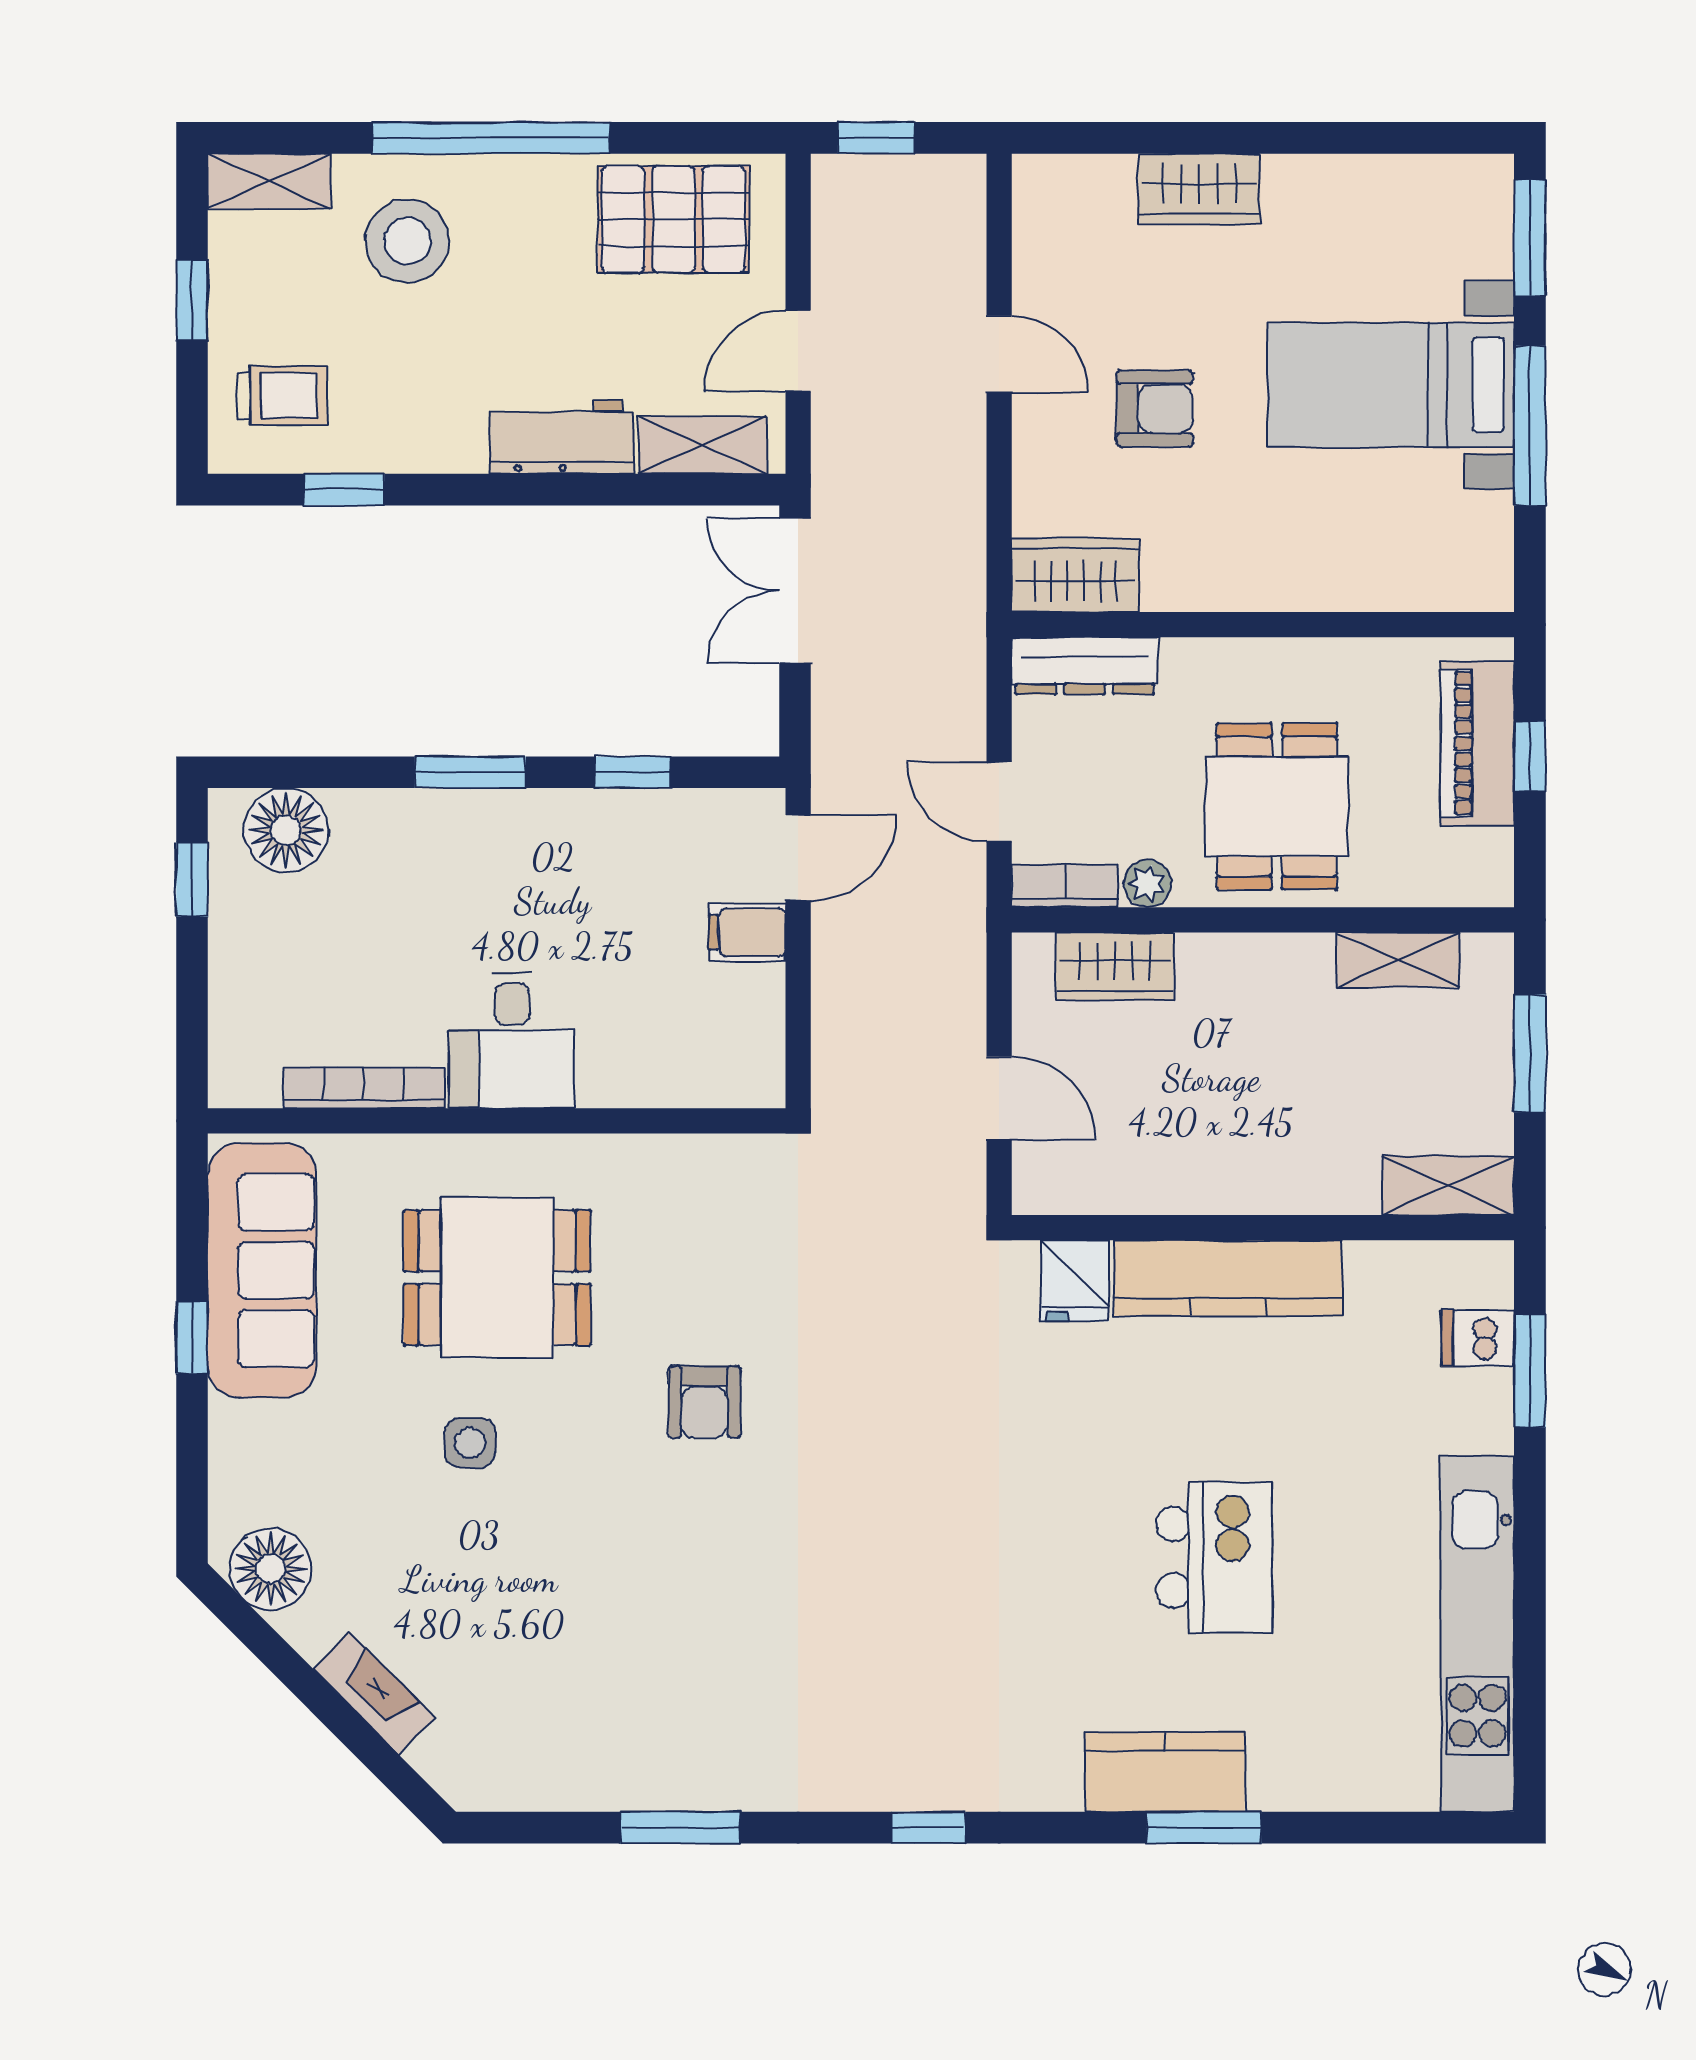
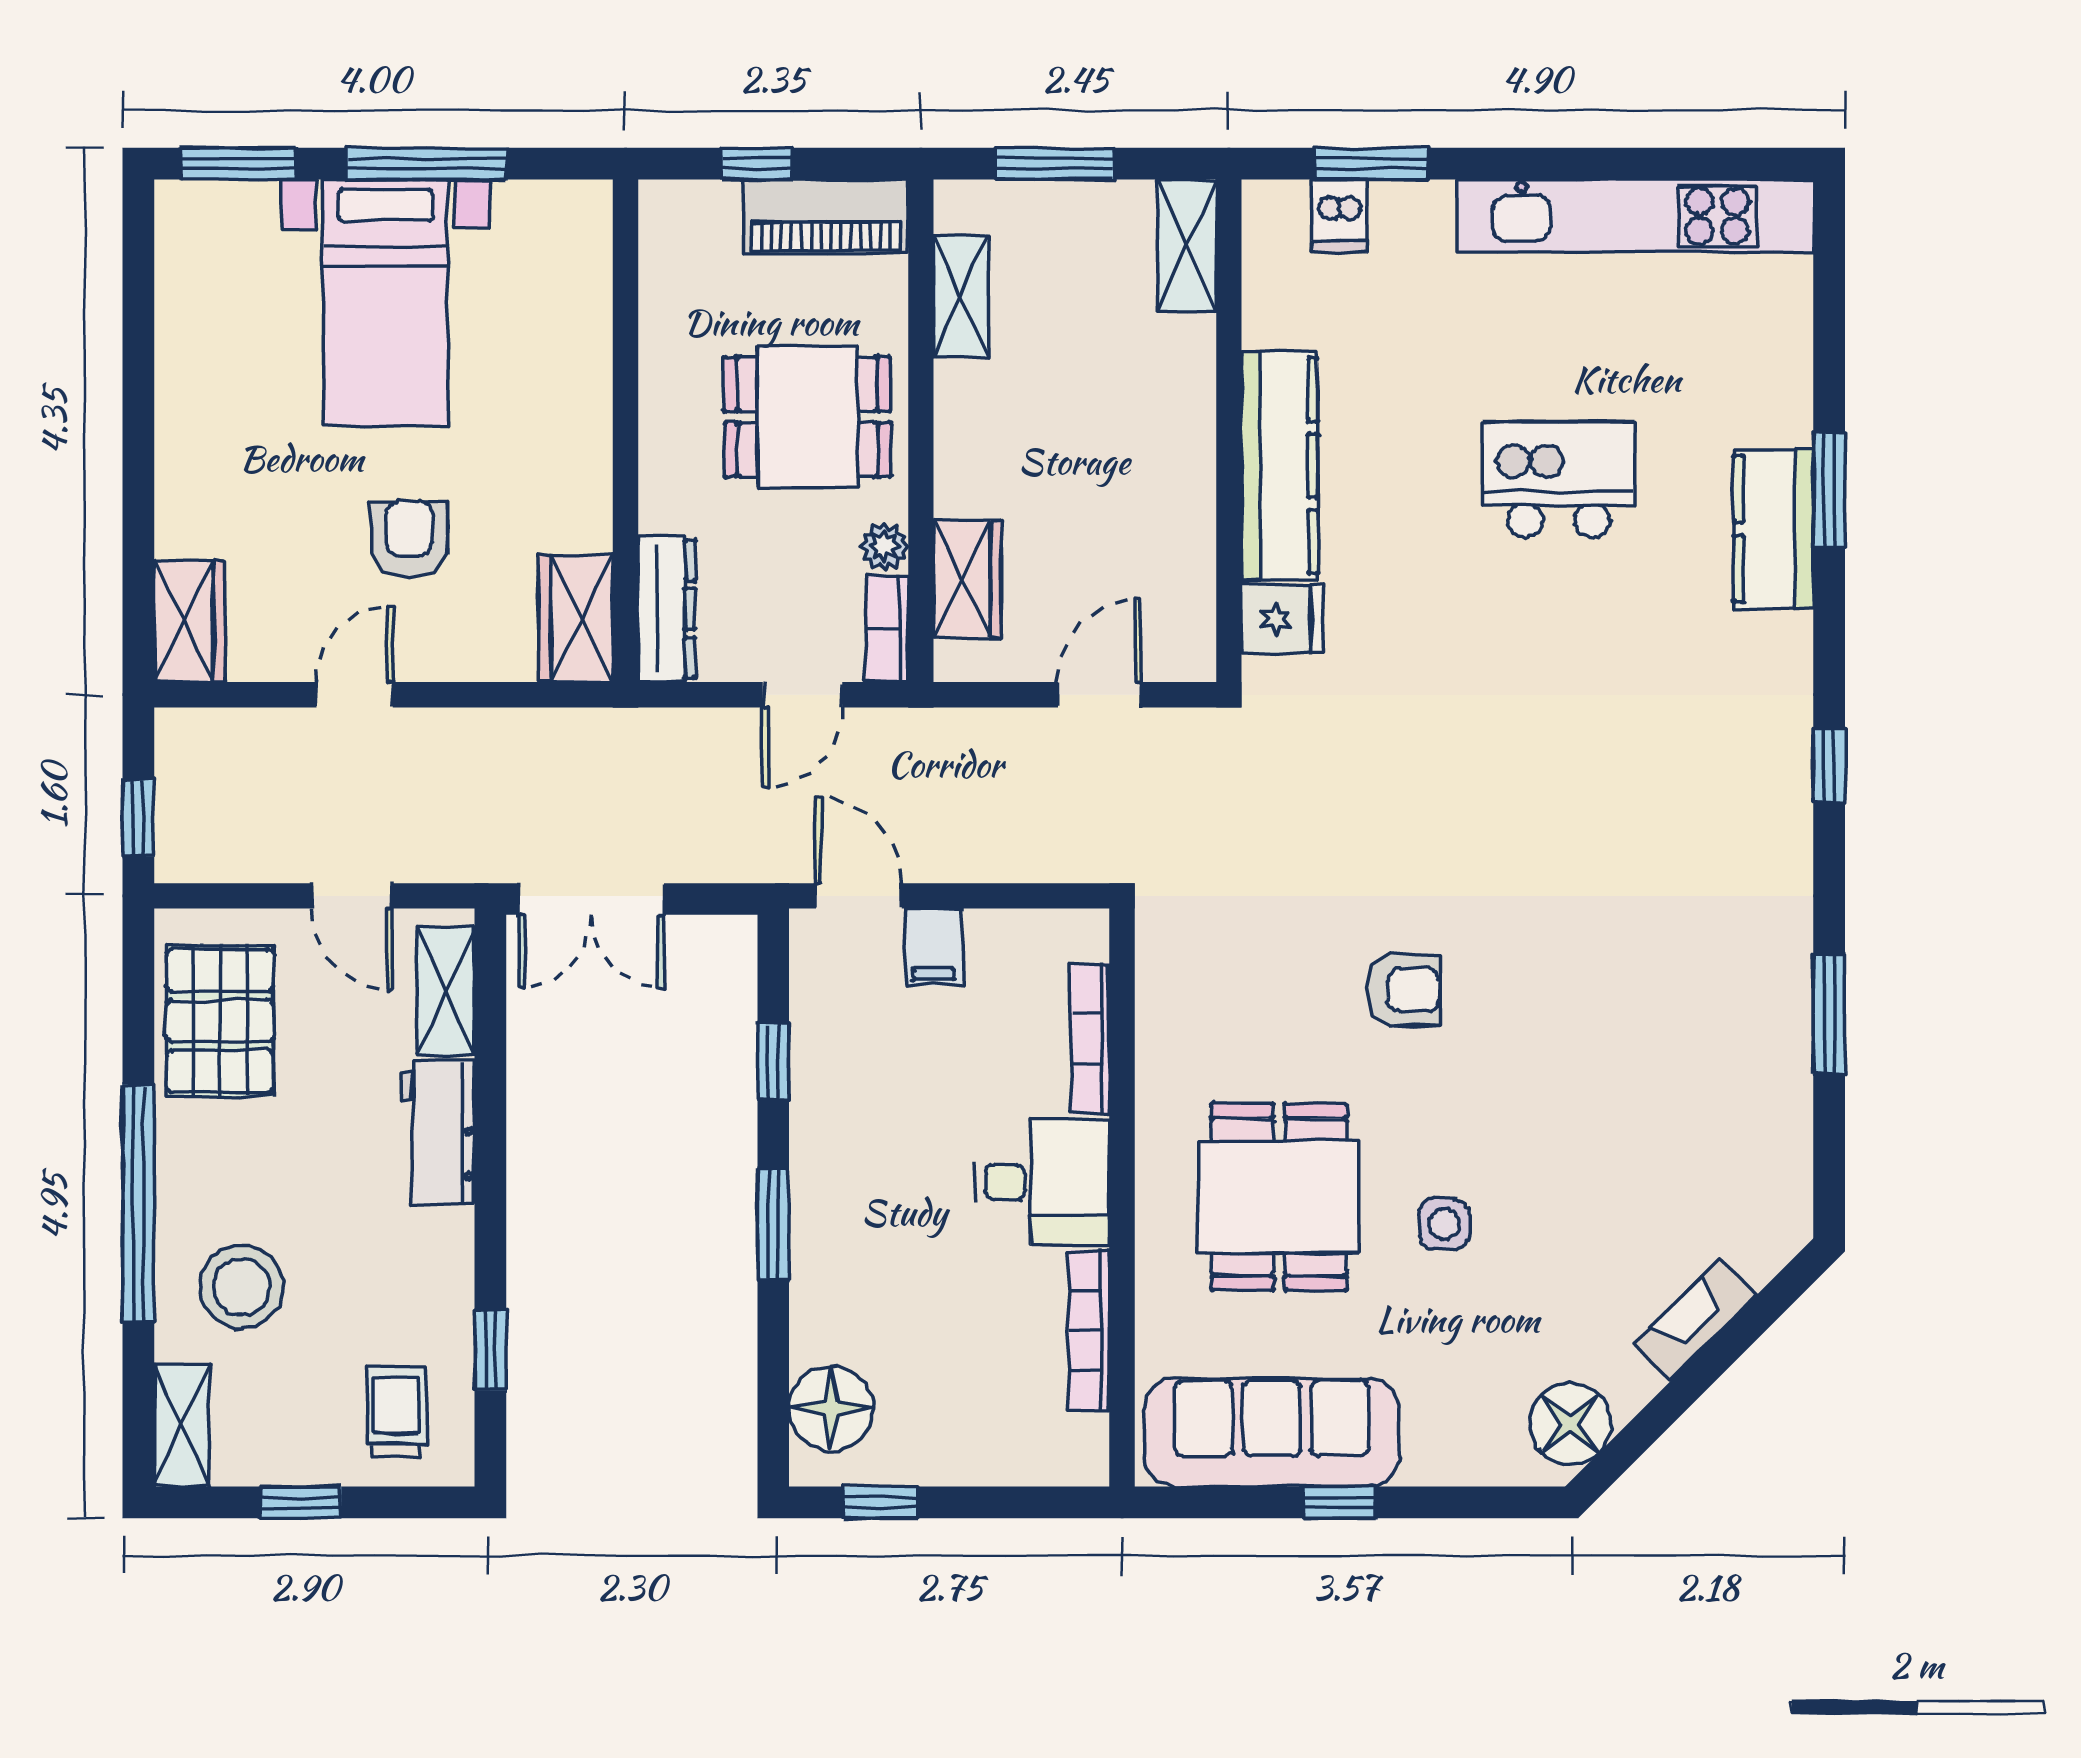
wardrobe: (1199, 189) -> (189, 621), moved
piano: (1477, 743) -> (826, 216), moved
bookcase: (655, 1089) -> (1090, 1039), added

